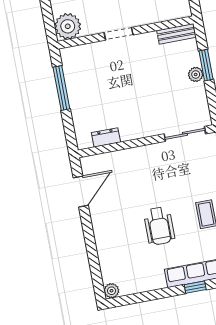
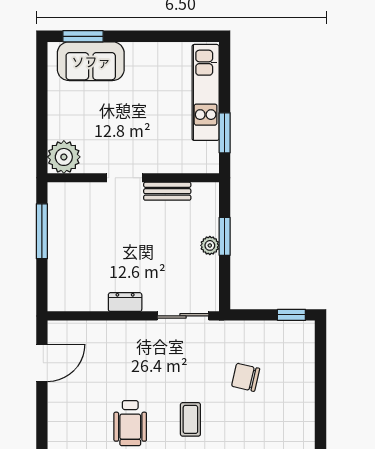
bench: (176, 34) -> (167, 191), moved
dresser: (106, 137) -> (125, 302), moved

